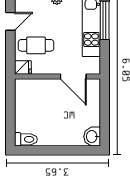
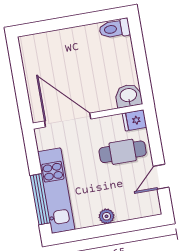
door: (73, 77) -> (68, 120), width x1.36
washbasin: (92, 137) -> (128, 96), moved, turned -90

